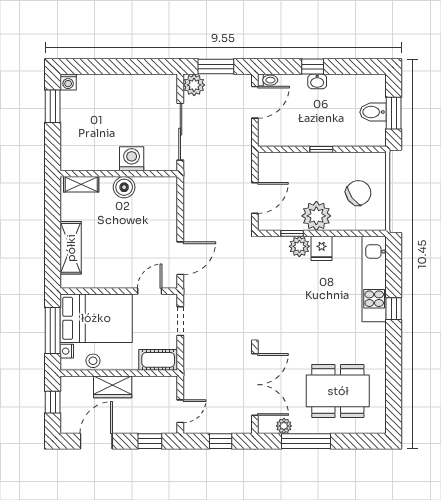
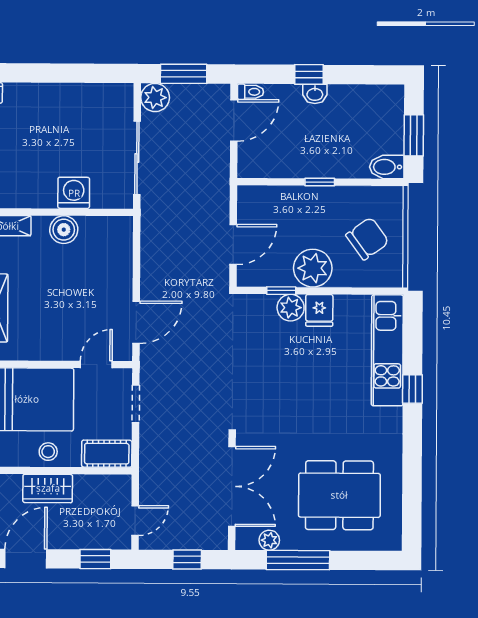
bidet: (373, 112) -> (387, 167), moved
stool: (93, 361) -> (48, 452), moved

